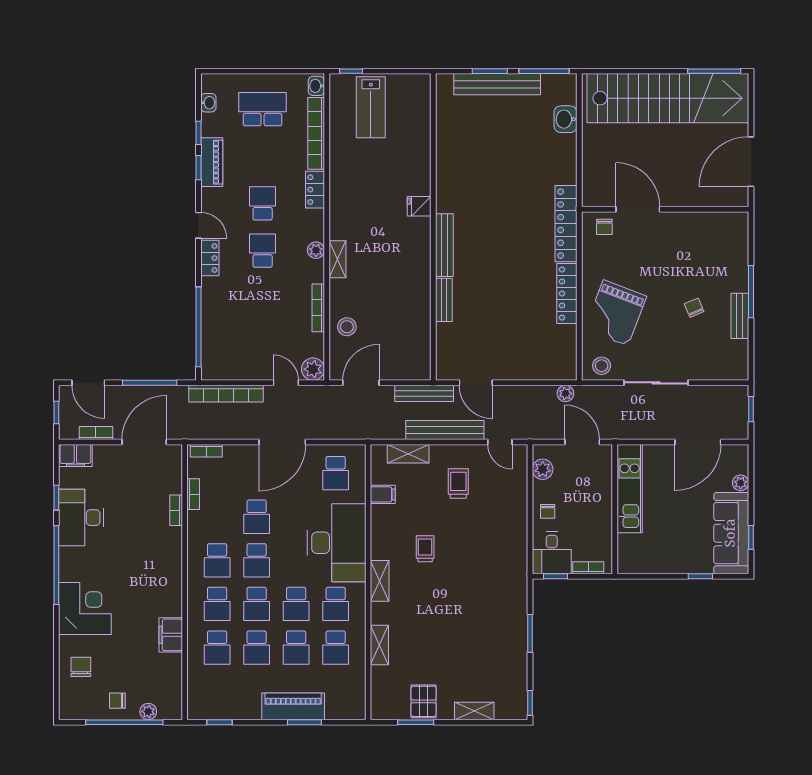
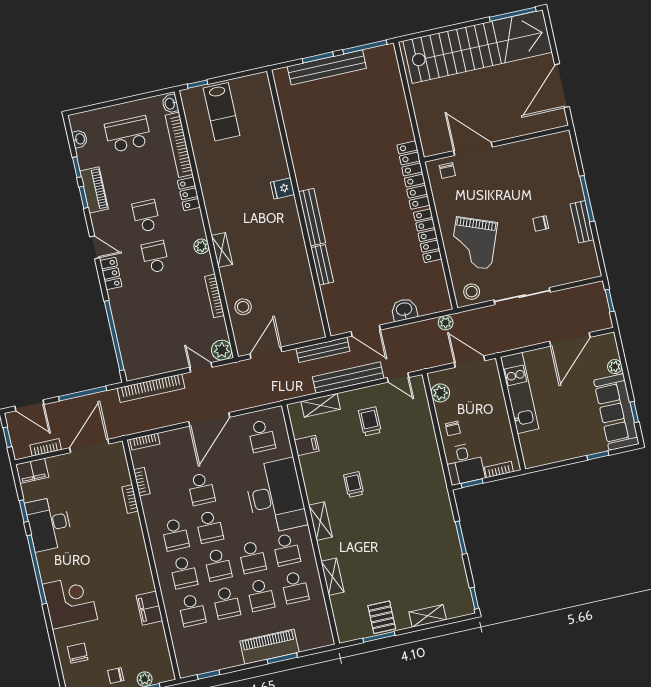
washbasin: (565, 119) -> (404, 310), moved, turned 90
chair: (694, 308) -> (541, 223), turned -67

